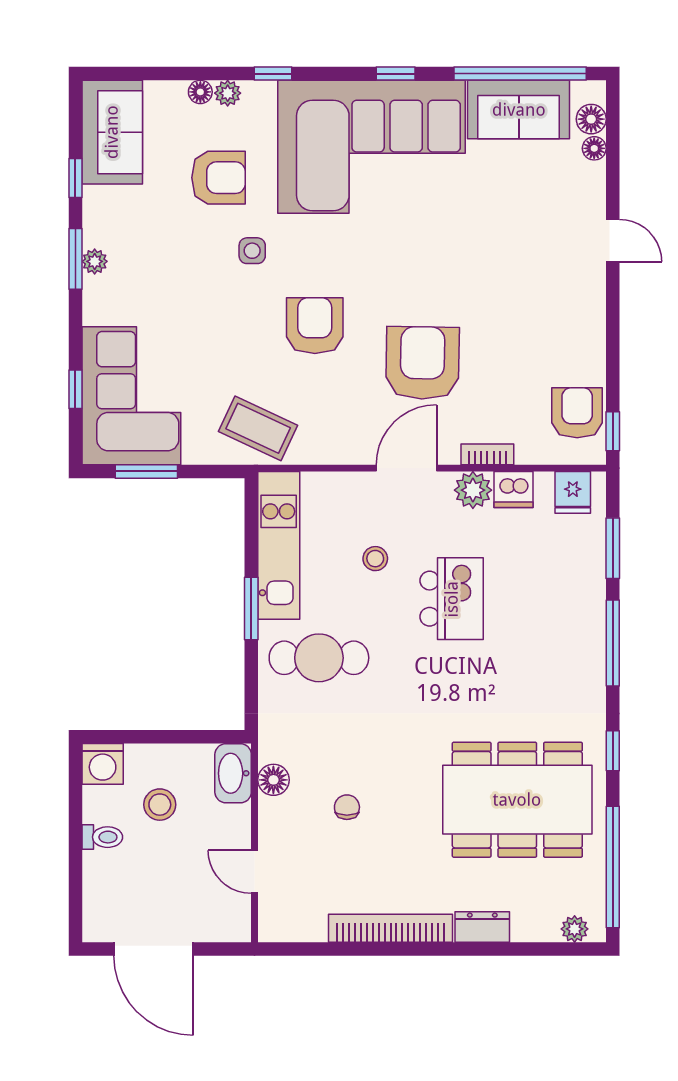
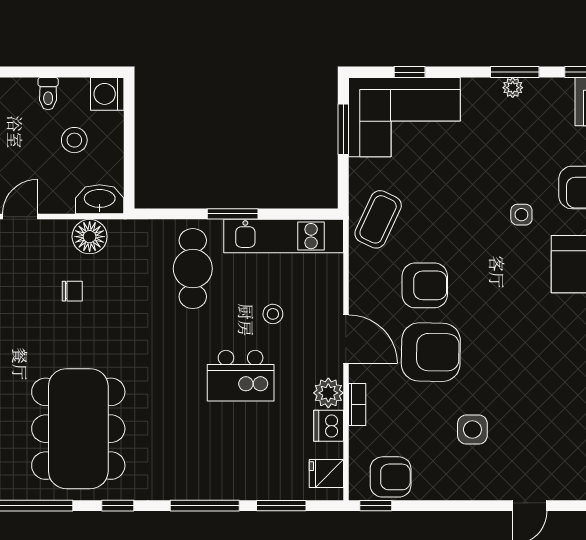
side table: (518, 311) -> (472, 430), added
armchair: (315, 326) -> (425, 285), moved
floor lamp: (273, 780) -> (90, 237), width x1.38, depth x1.38

